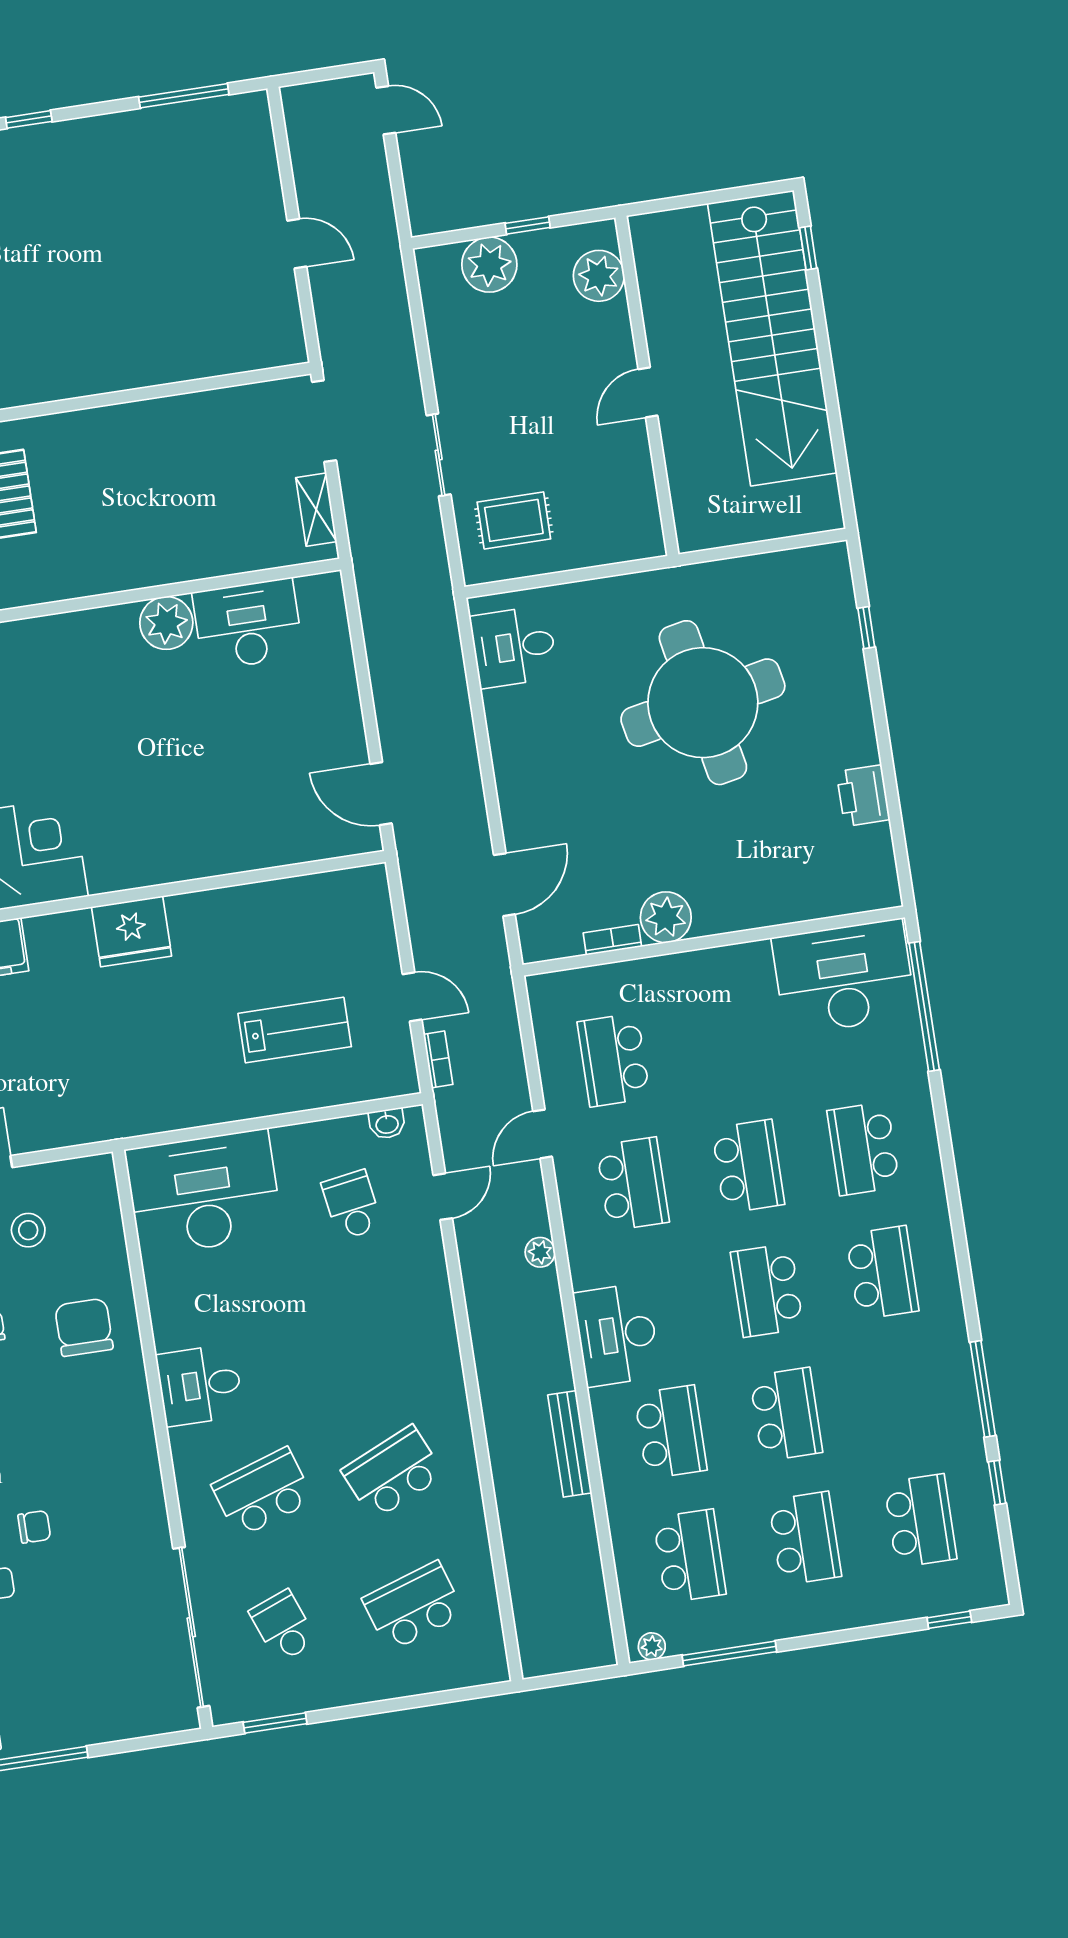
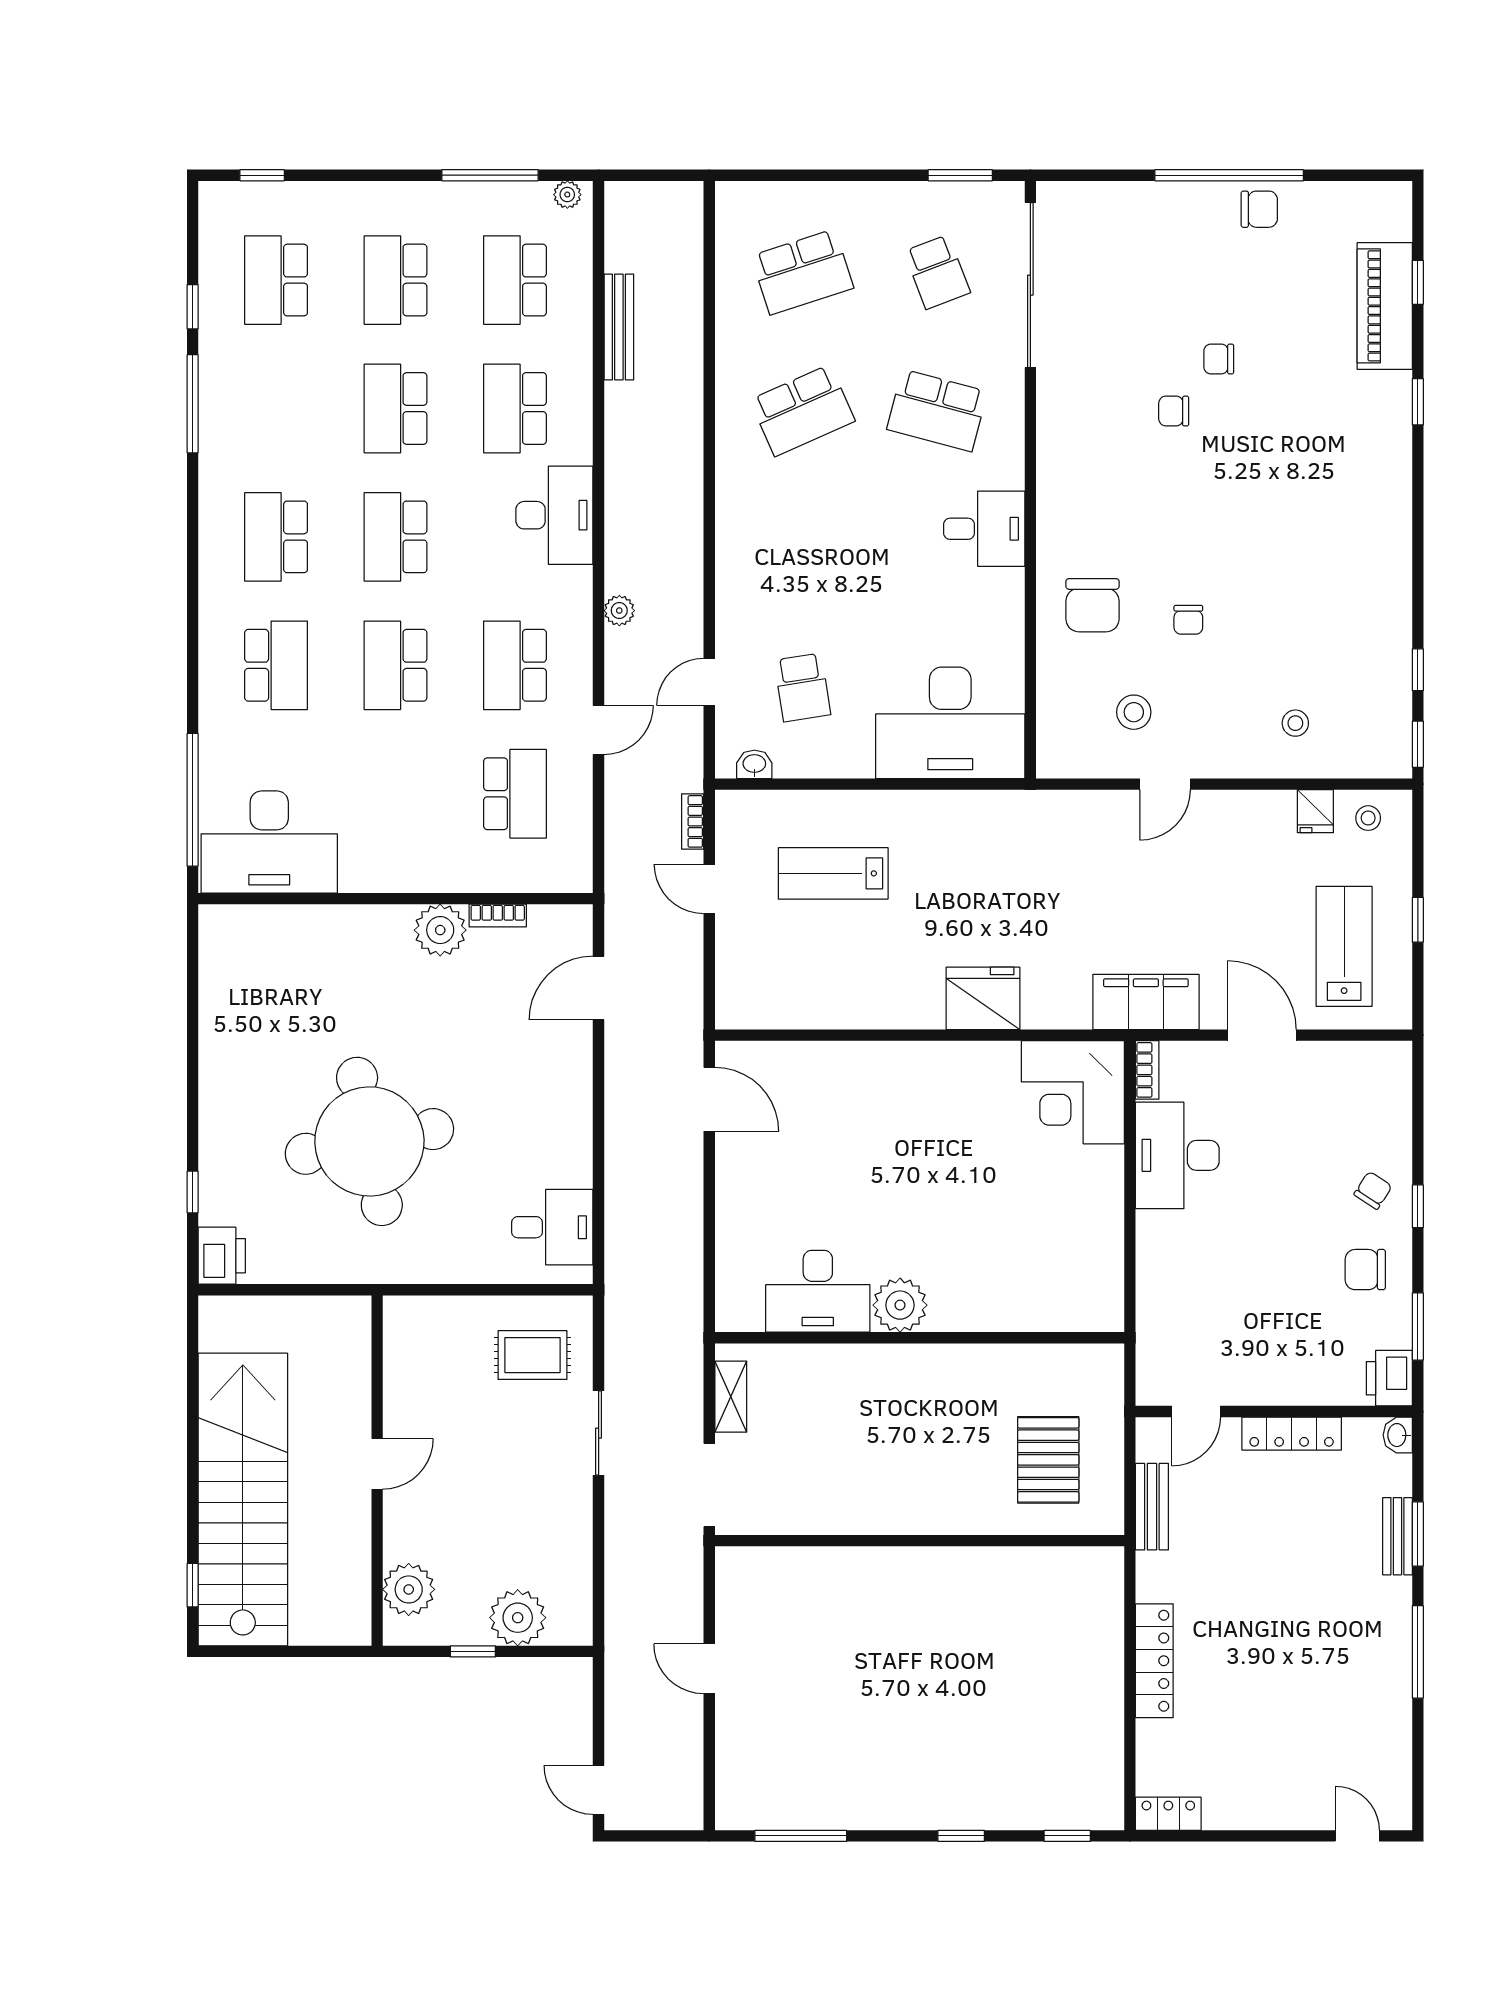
printer: (863, 796) -> (222, 1256), moved
school desk: (767, 1290) -> (396, 537), turned 180
bench: (570, 1444) -> (619, 327), moved
school desk: (263, 1492) -> (937, 410), turned 33

